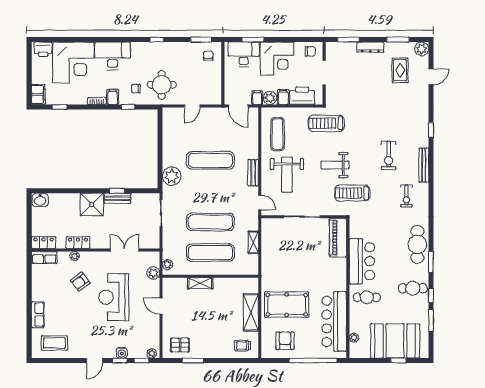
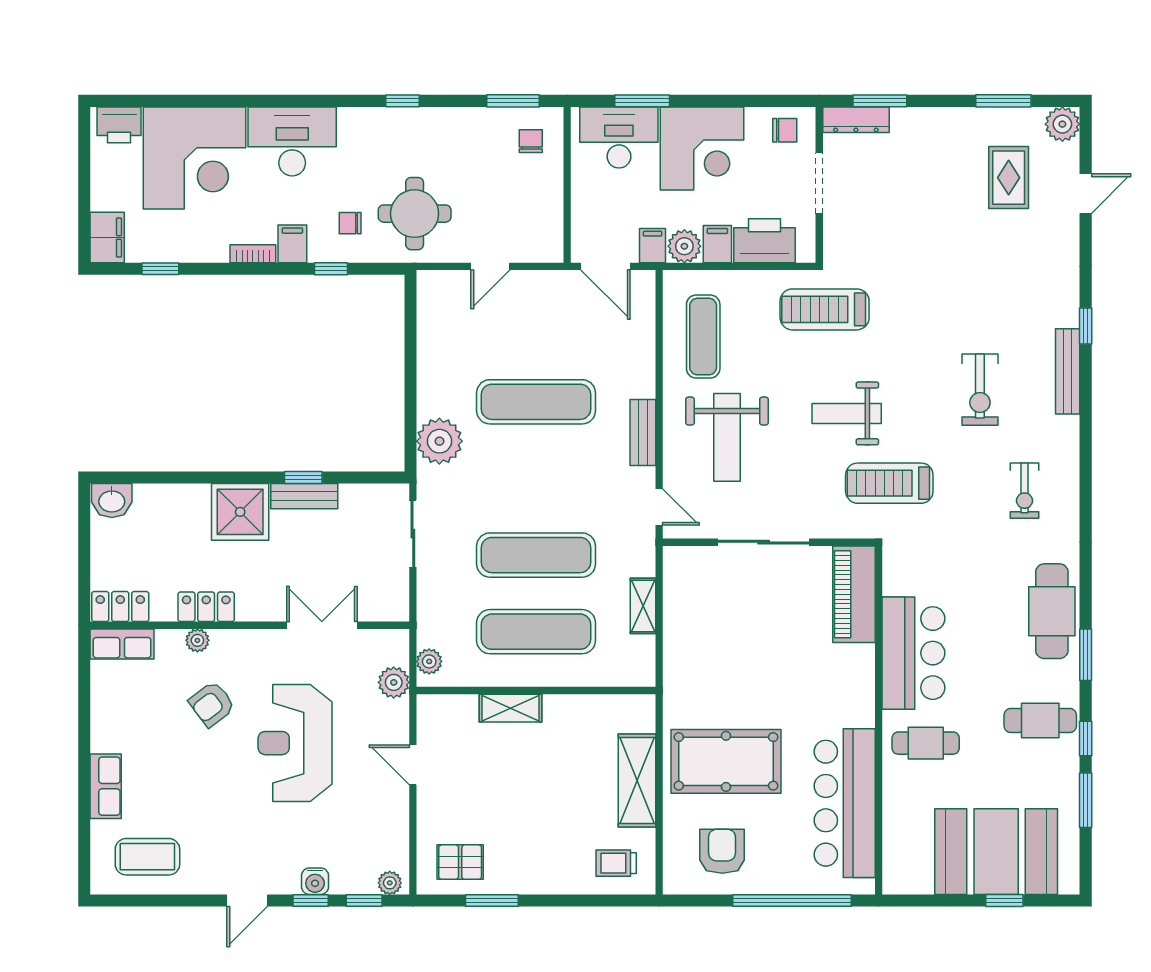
dresser: (370, 47) -> (856, 120), moved
bench: (424, 165) -> (1068, 371), moved
plant: (354, 338) -> (893, 843), removed

